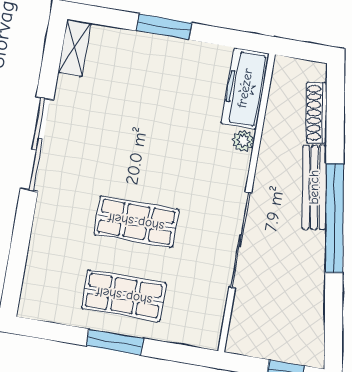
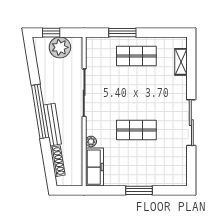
shelving: (75, 48) -> (181, 62), moved
shop shelf: (136, 222) -> (136, 130), moved
plant: (273, 339) -> (60, 47), added
window: (115, 342) -> (122, 33), moved

